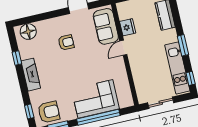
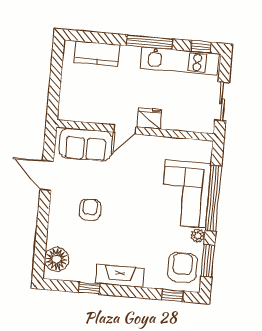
fridge: (128, 27) -> (149, 118), moved
window: (183, 45) -> (149, 42), width x1.44
door: (123, 48) -> (125, 129), hinge flipped
plant: (72, 115) -> (198, 236), added

